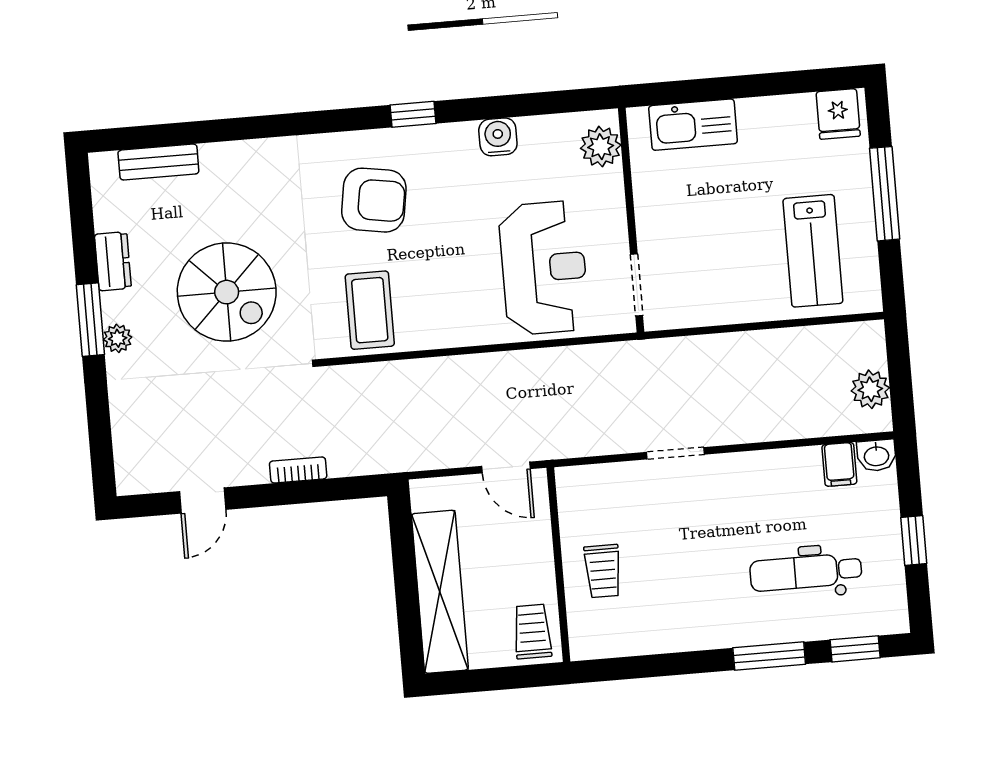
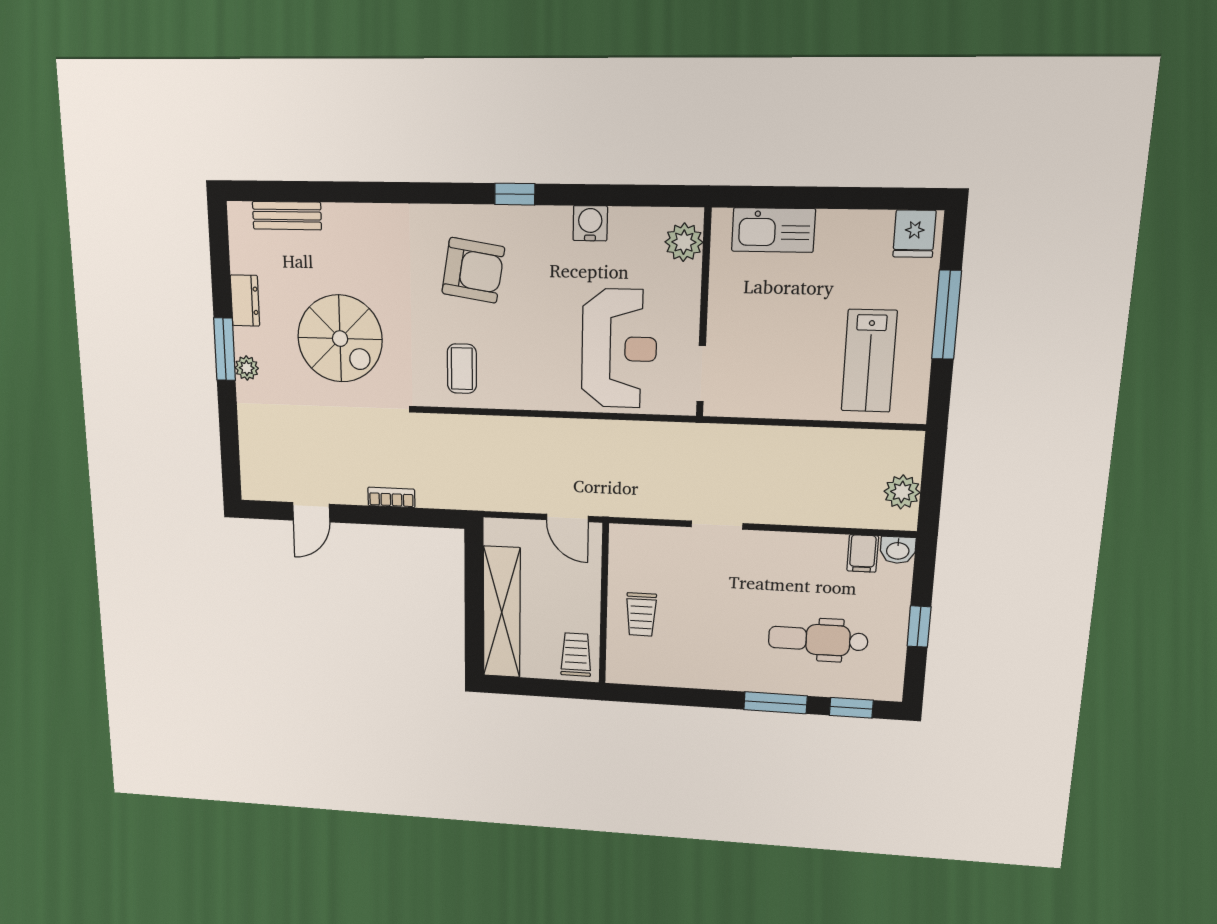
coffee table: (370, 310) -> (462, 369), width x0.73, depth x0.77

